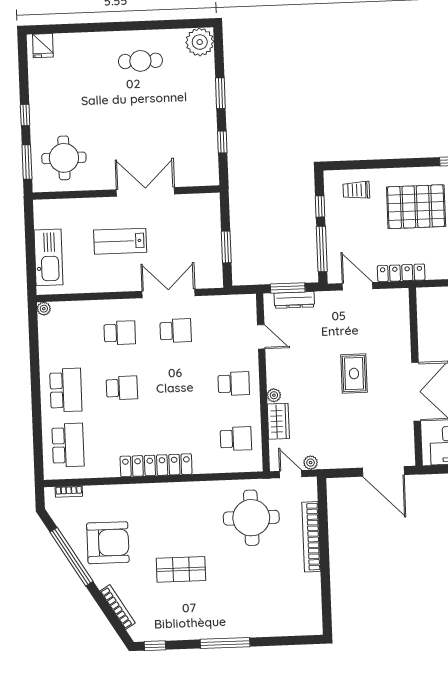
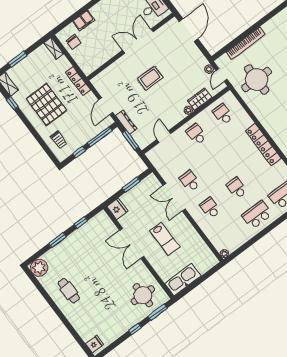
fridge: (206, 205) -> (117, 209), added
kitchen sink: (48, 257) -> (183, 280), moved
locker: (401, 273) -> (78, 81), moved
dresser: (294, 300) -> (126, 122), moved

